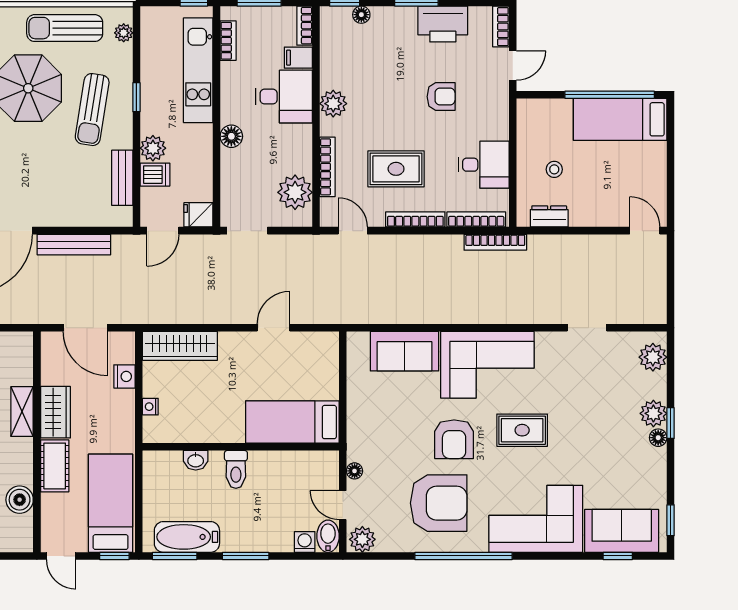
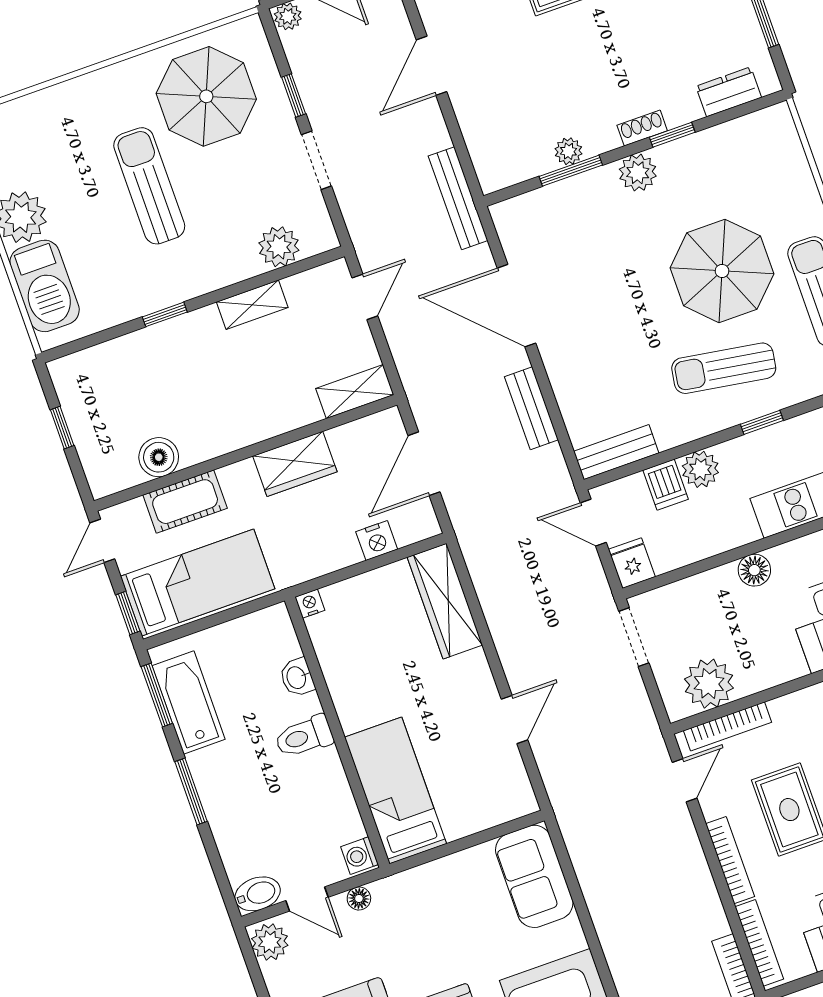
bookcase: (327, 167) -> (727, 726), moved
bench: (122, 178) -> (616, 452), moved
bench: (74, 245) -> (531, 408), width x0.73
door: (274, 328) -> (515, 720), hinge flipped
sofa: (404, 351) -> (534, 876), moved
nightstand: (150, 407) -> (310, 604), moved
shelving: (22, 412) -> (355, 392), moved
cot: (55, 466) -> (185, 502), moved
door: (343, 505) -> (307, 899), swing flipped
washing machine: (305, 542) -> (359, 856), moved, turned 180

